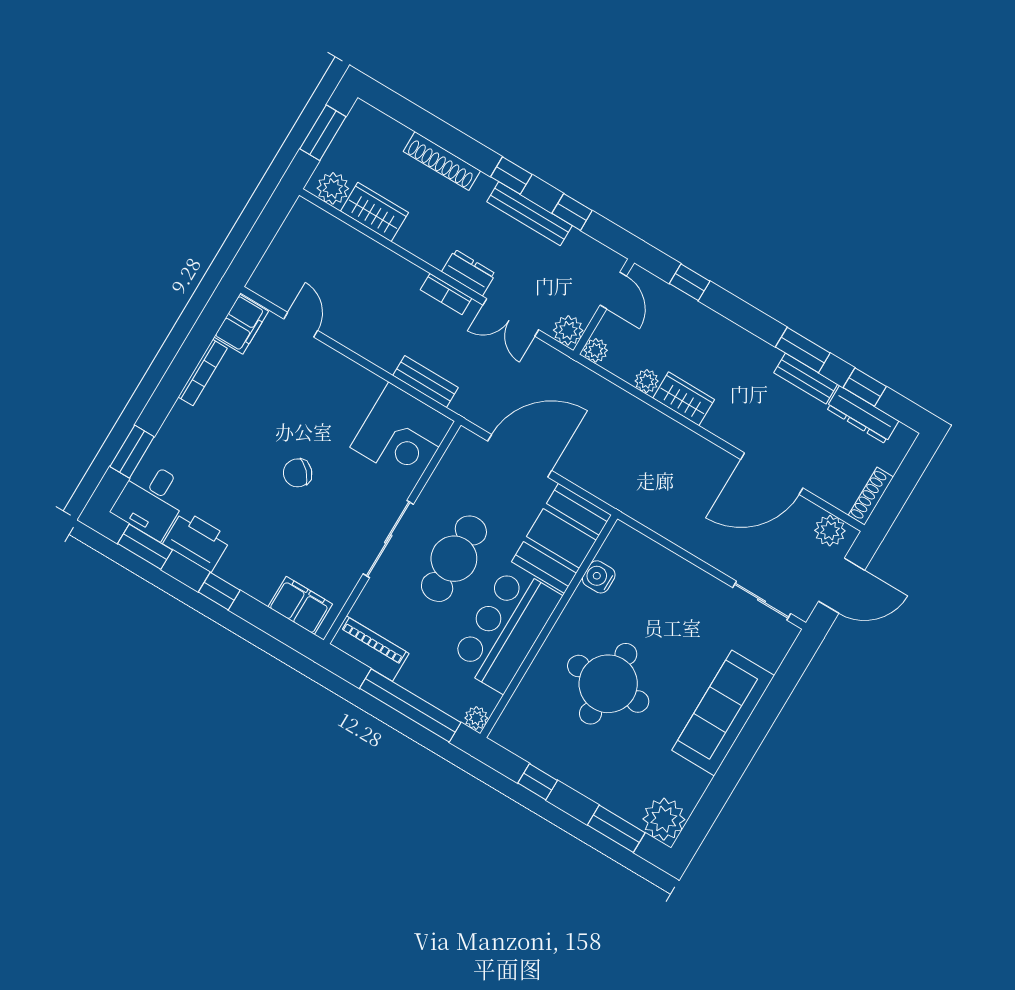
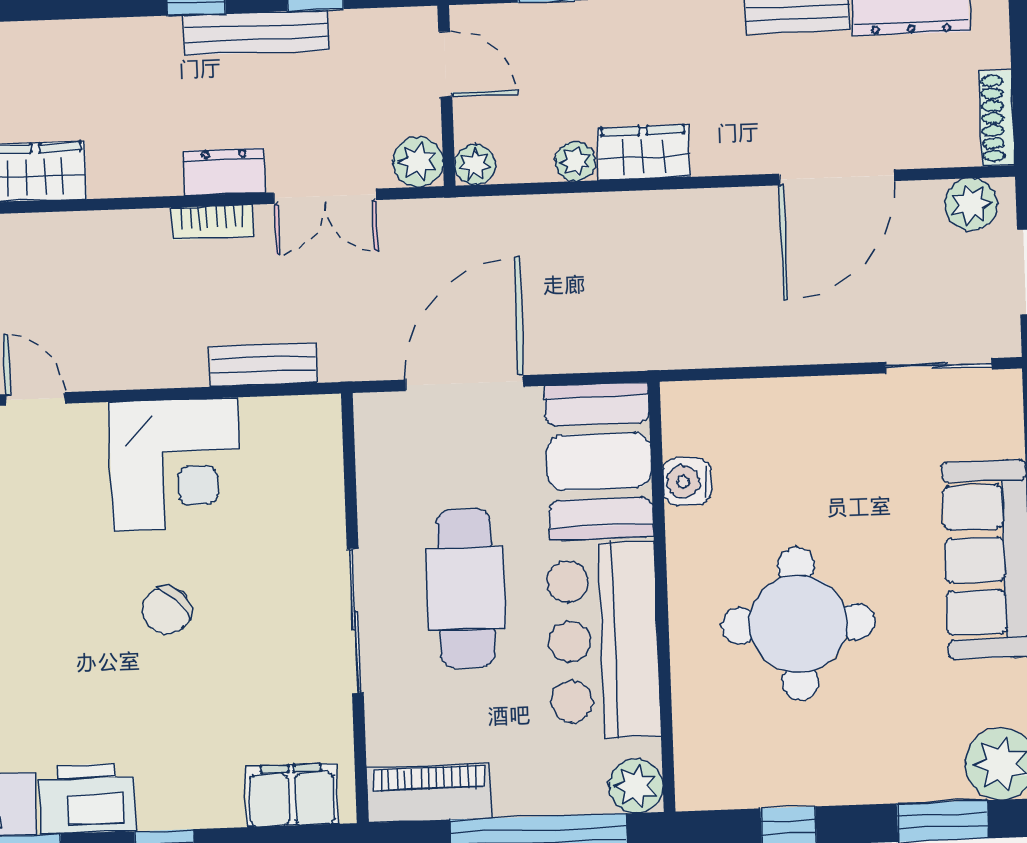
shoe rack: (442, 161) -> (85, 38), removed
corner desk: (402, 434) -> (175, 464), moved
plant: (476, 718) -> (636, 786), width x1.38, depth x1.38

